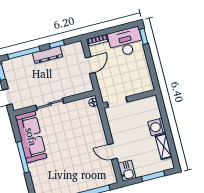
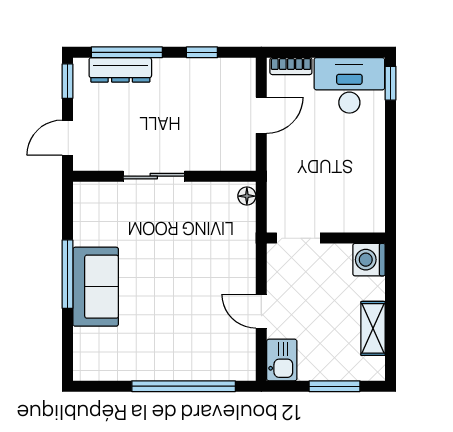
dresser: (48, 55) -> (120, 70), moved
wall: (129, 99) -> (326, 238), moved
doorway: (117, 102) -> (298, 238), moved
washing machine: (157, 127) -> (369, 260), moved
sofa: (31, 137) -> (96, 287), moved, width x0.73

